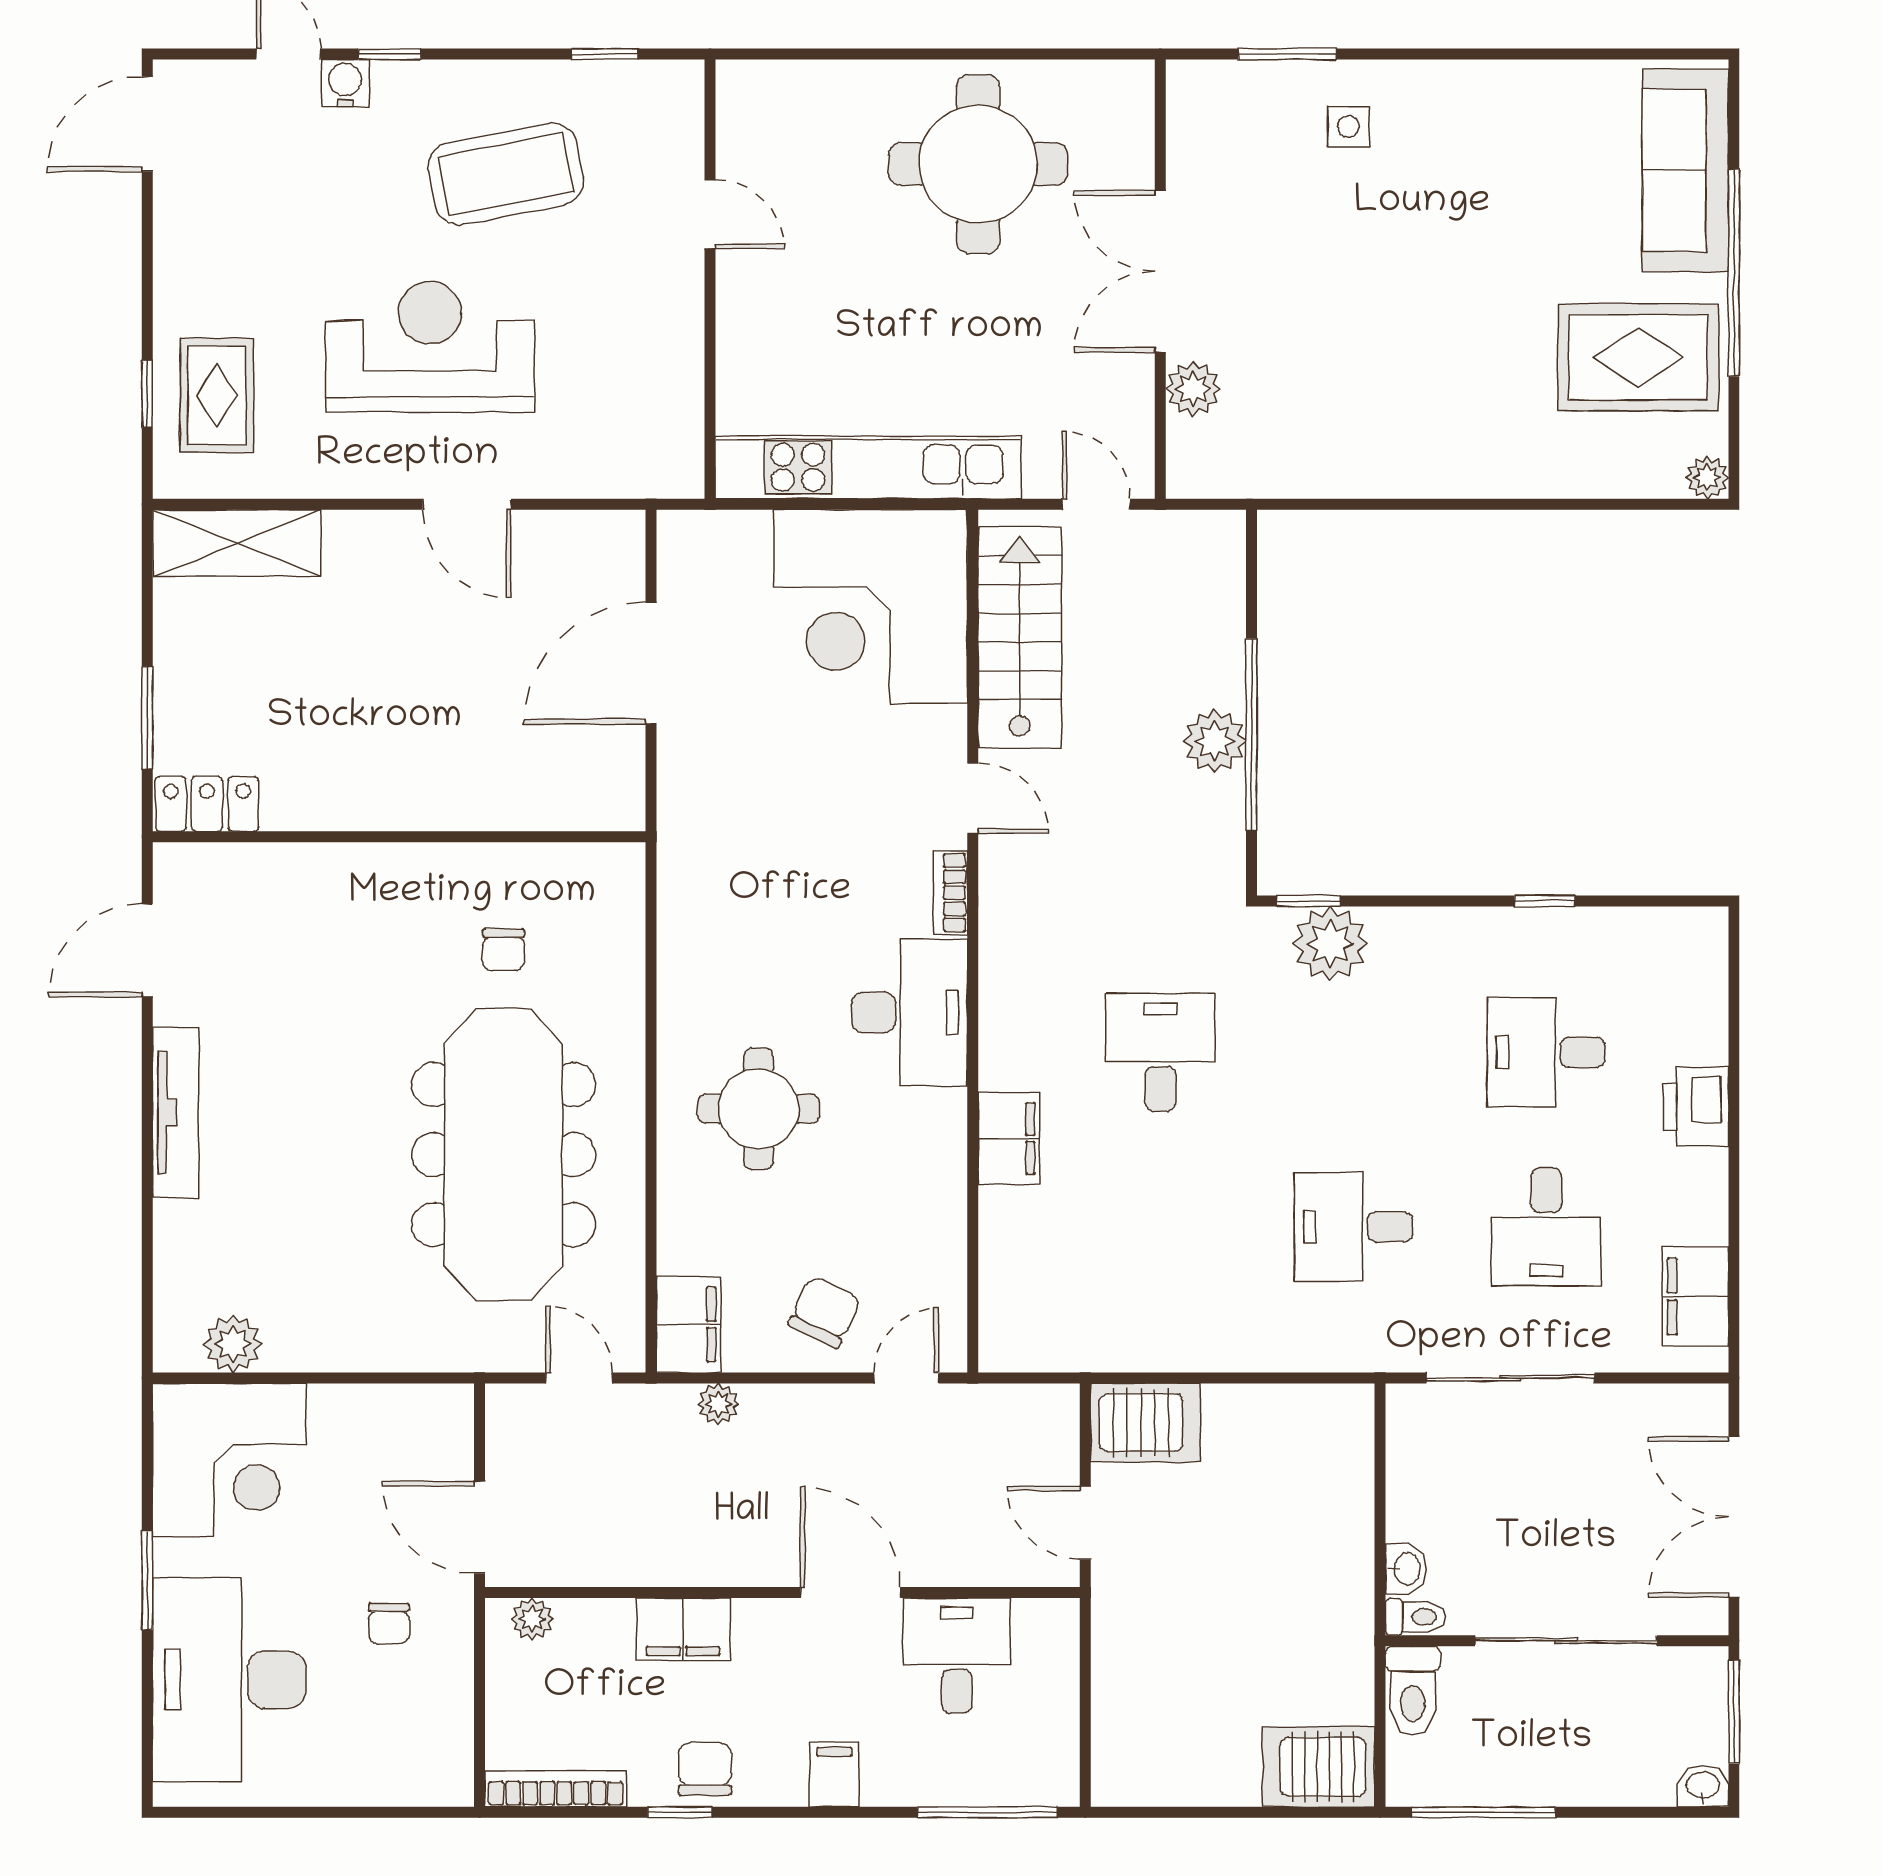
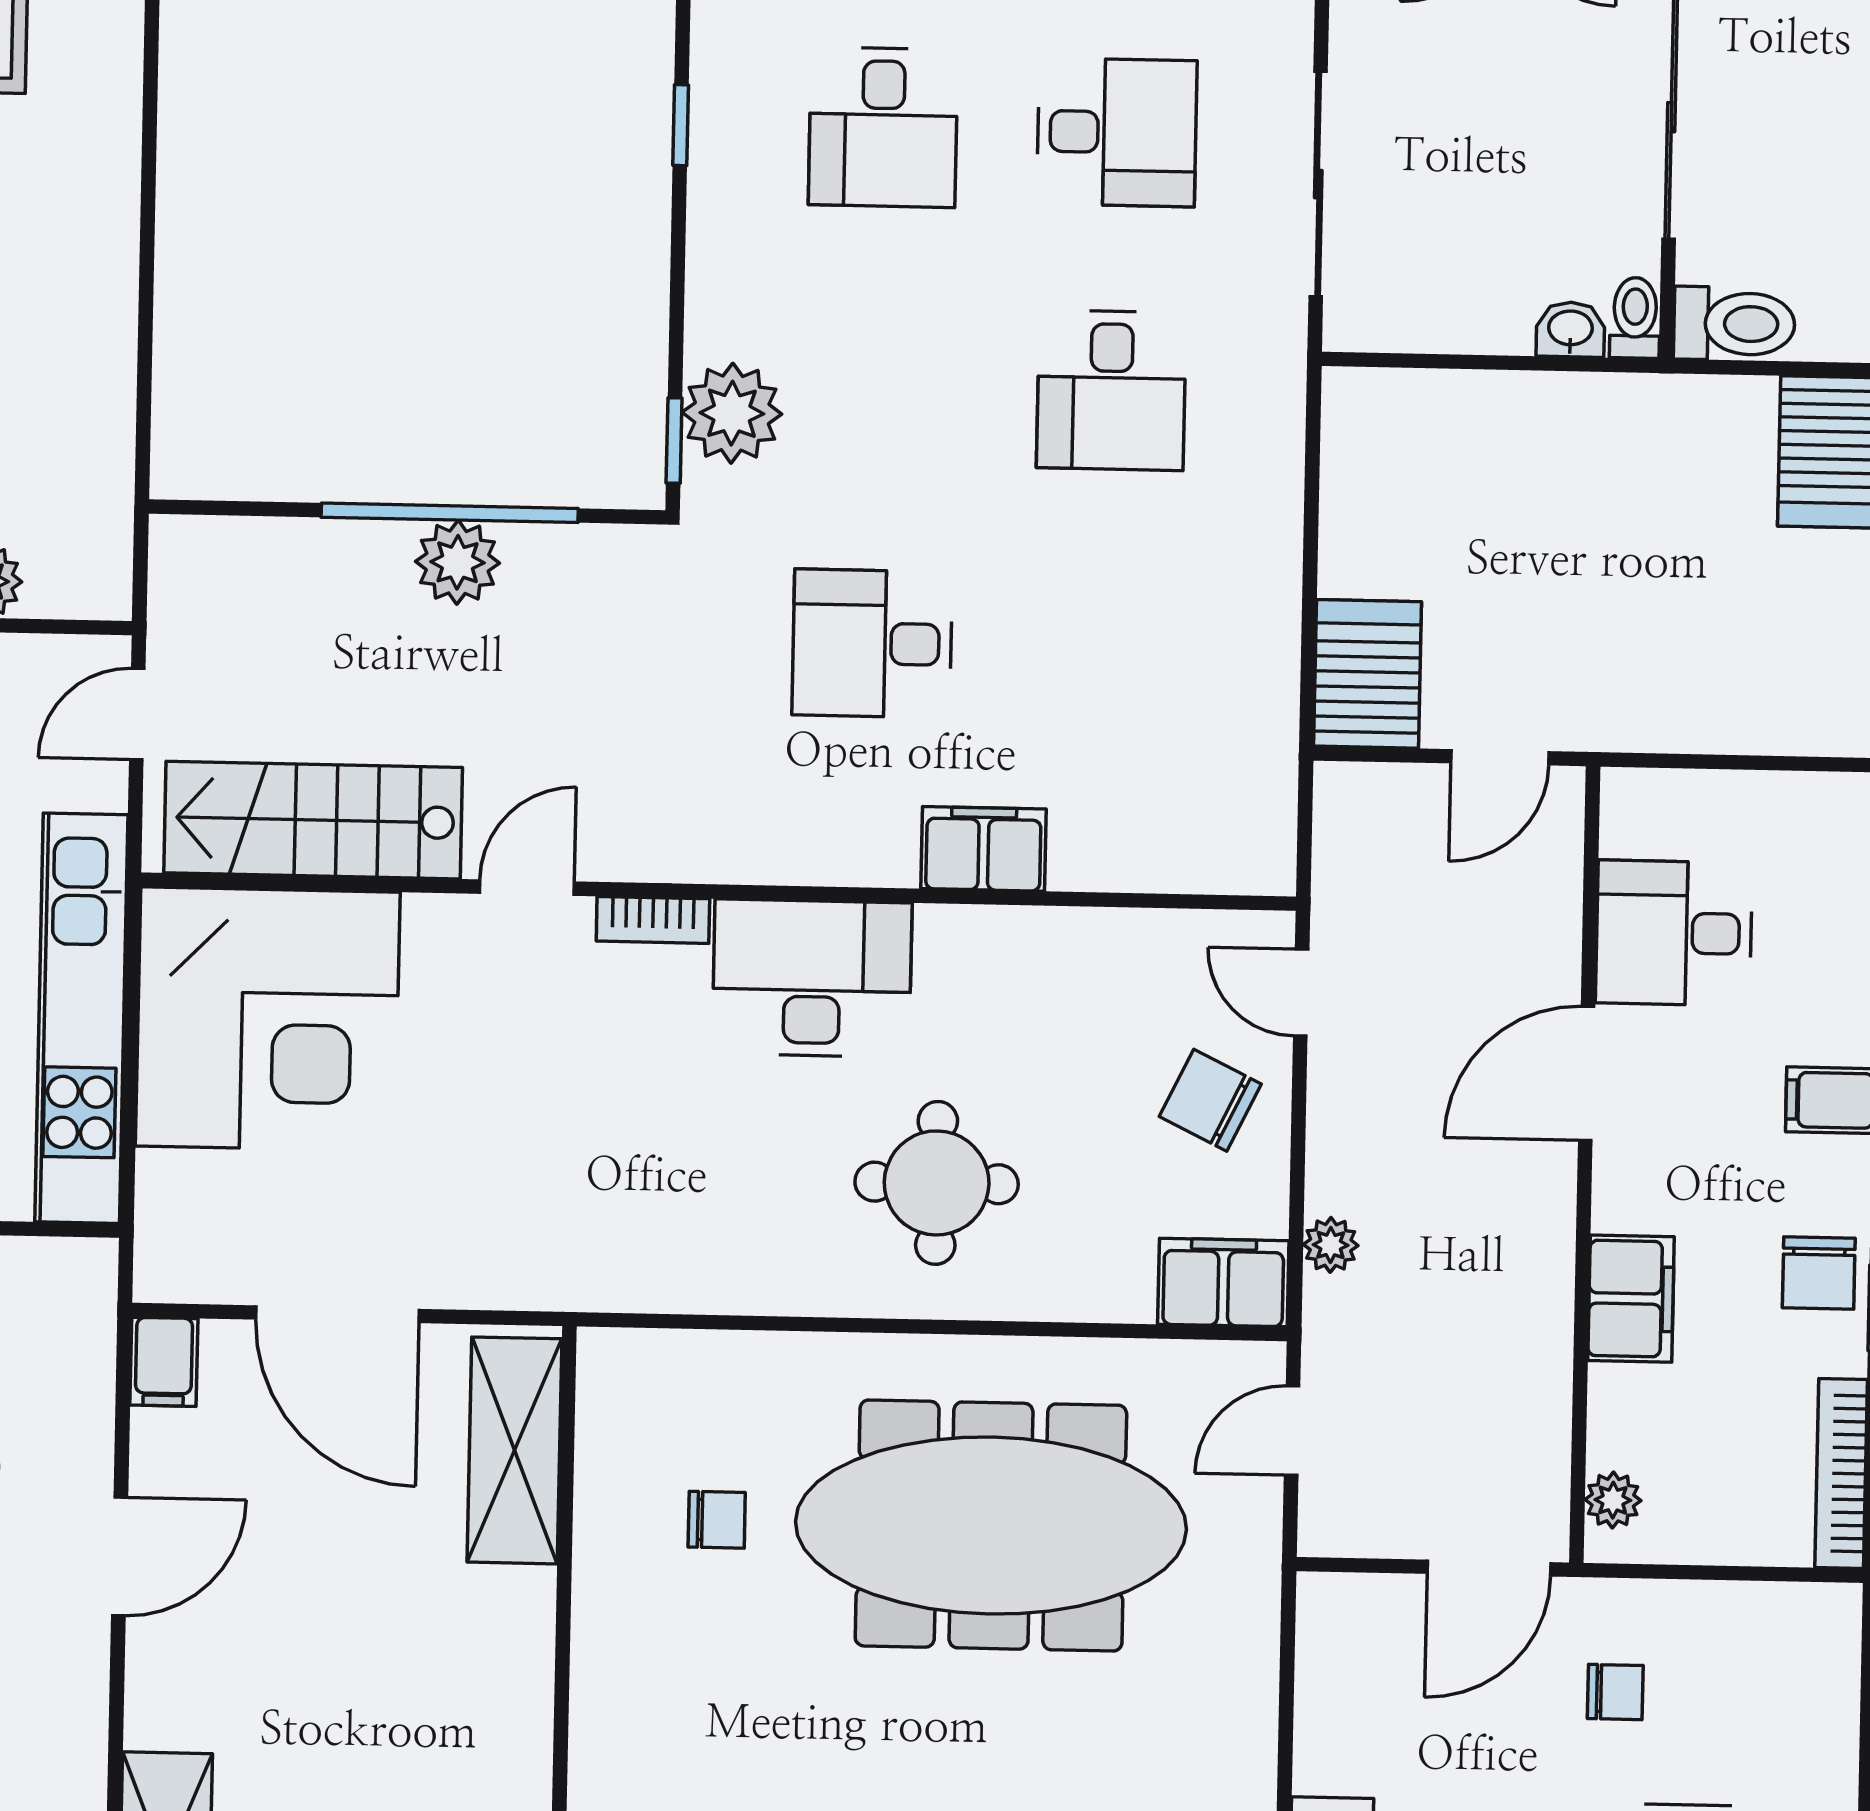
filing cabinet: (613, 534) -> (164, 1362), added
shelving: (552, 798) -> (514, 1450), added
chair: (705, 1769) -> (1819, 1273), turned -90

